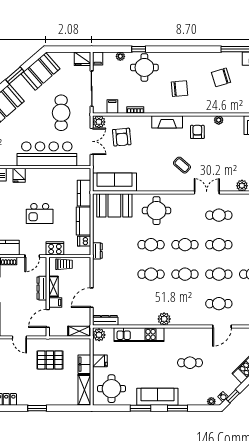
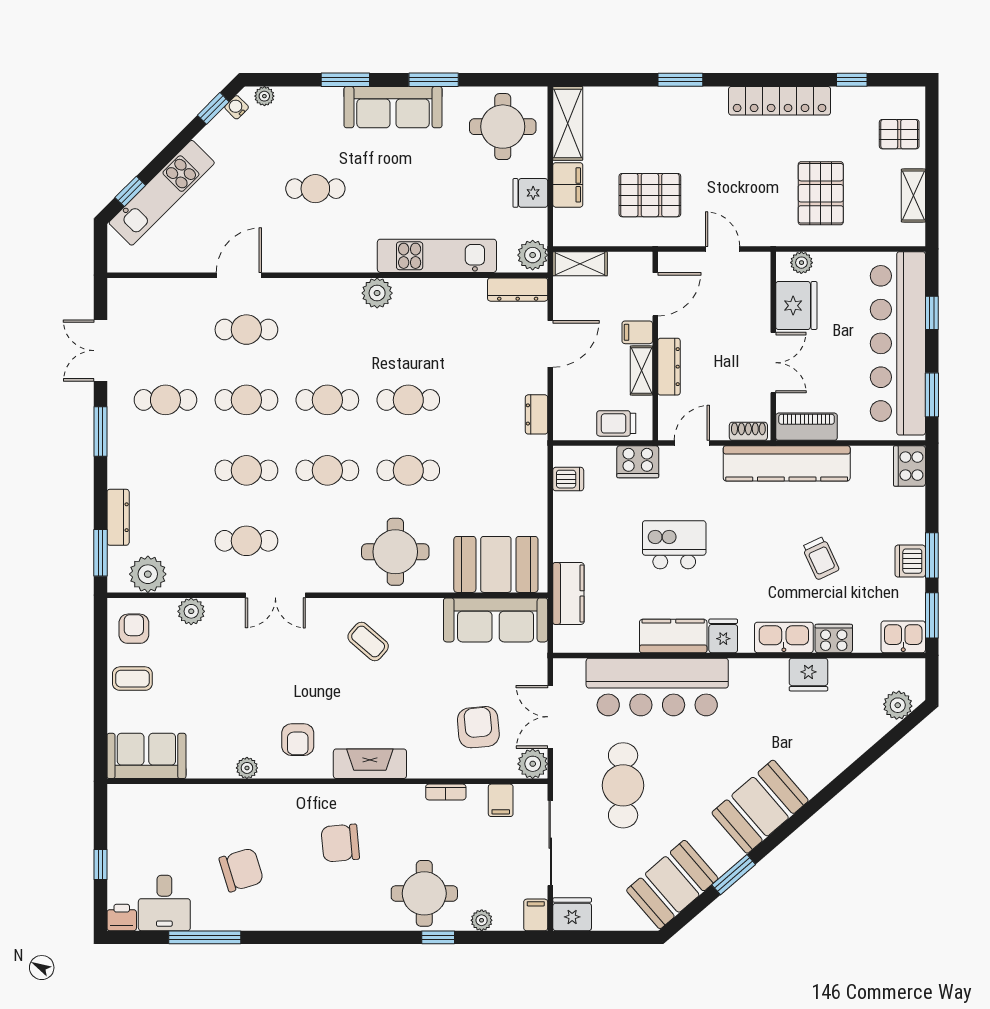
coffee table: (182, 165) -> (368, 641), moved
kitchen counter: (83, 221) -> (673, 636), moved, turned -90
dresser: (97, 251) -> (537, 414), moved

